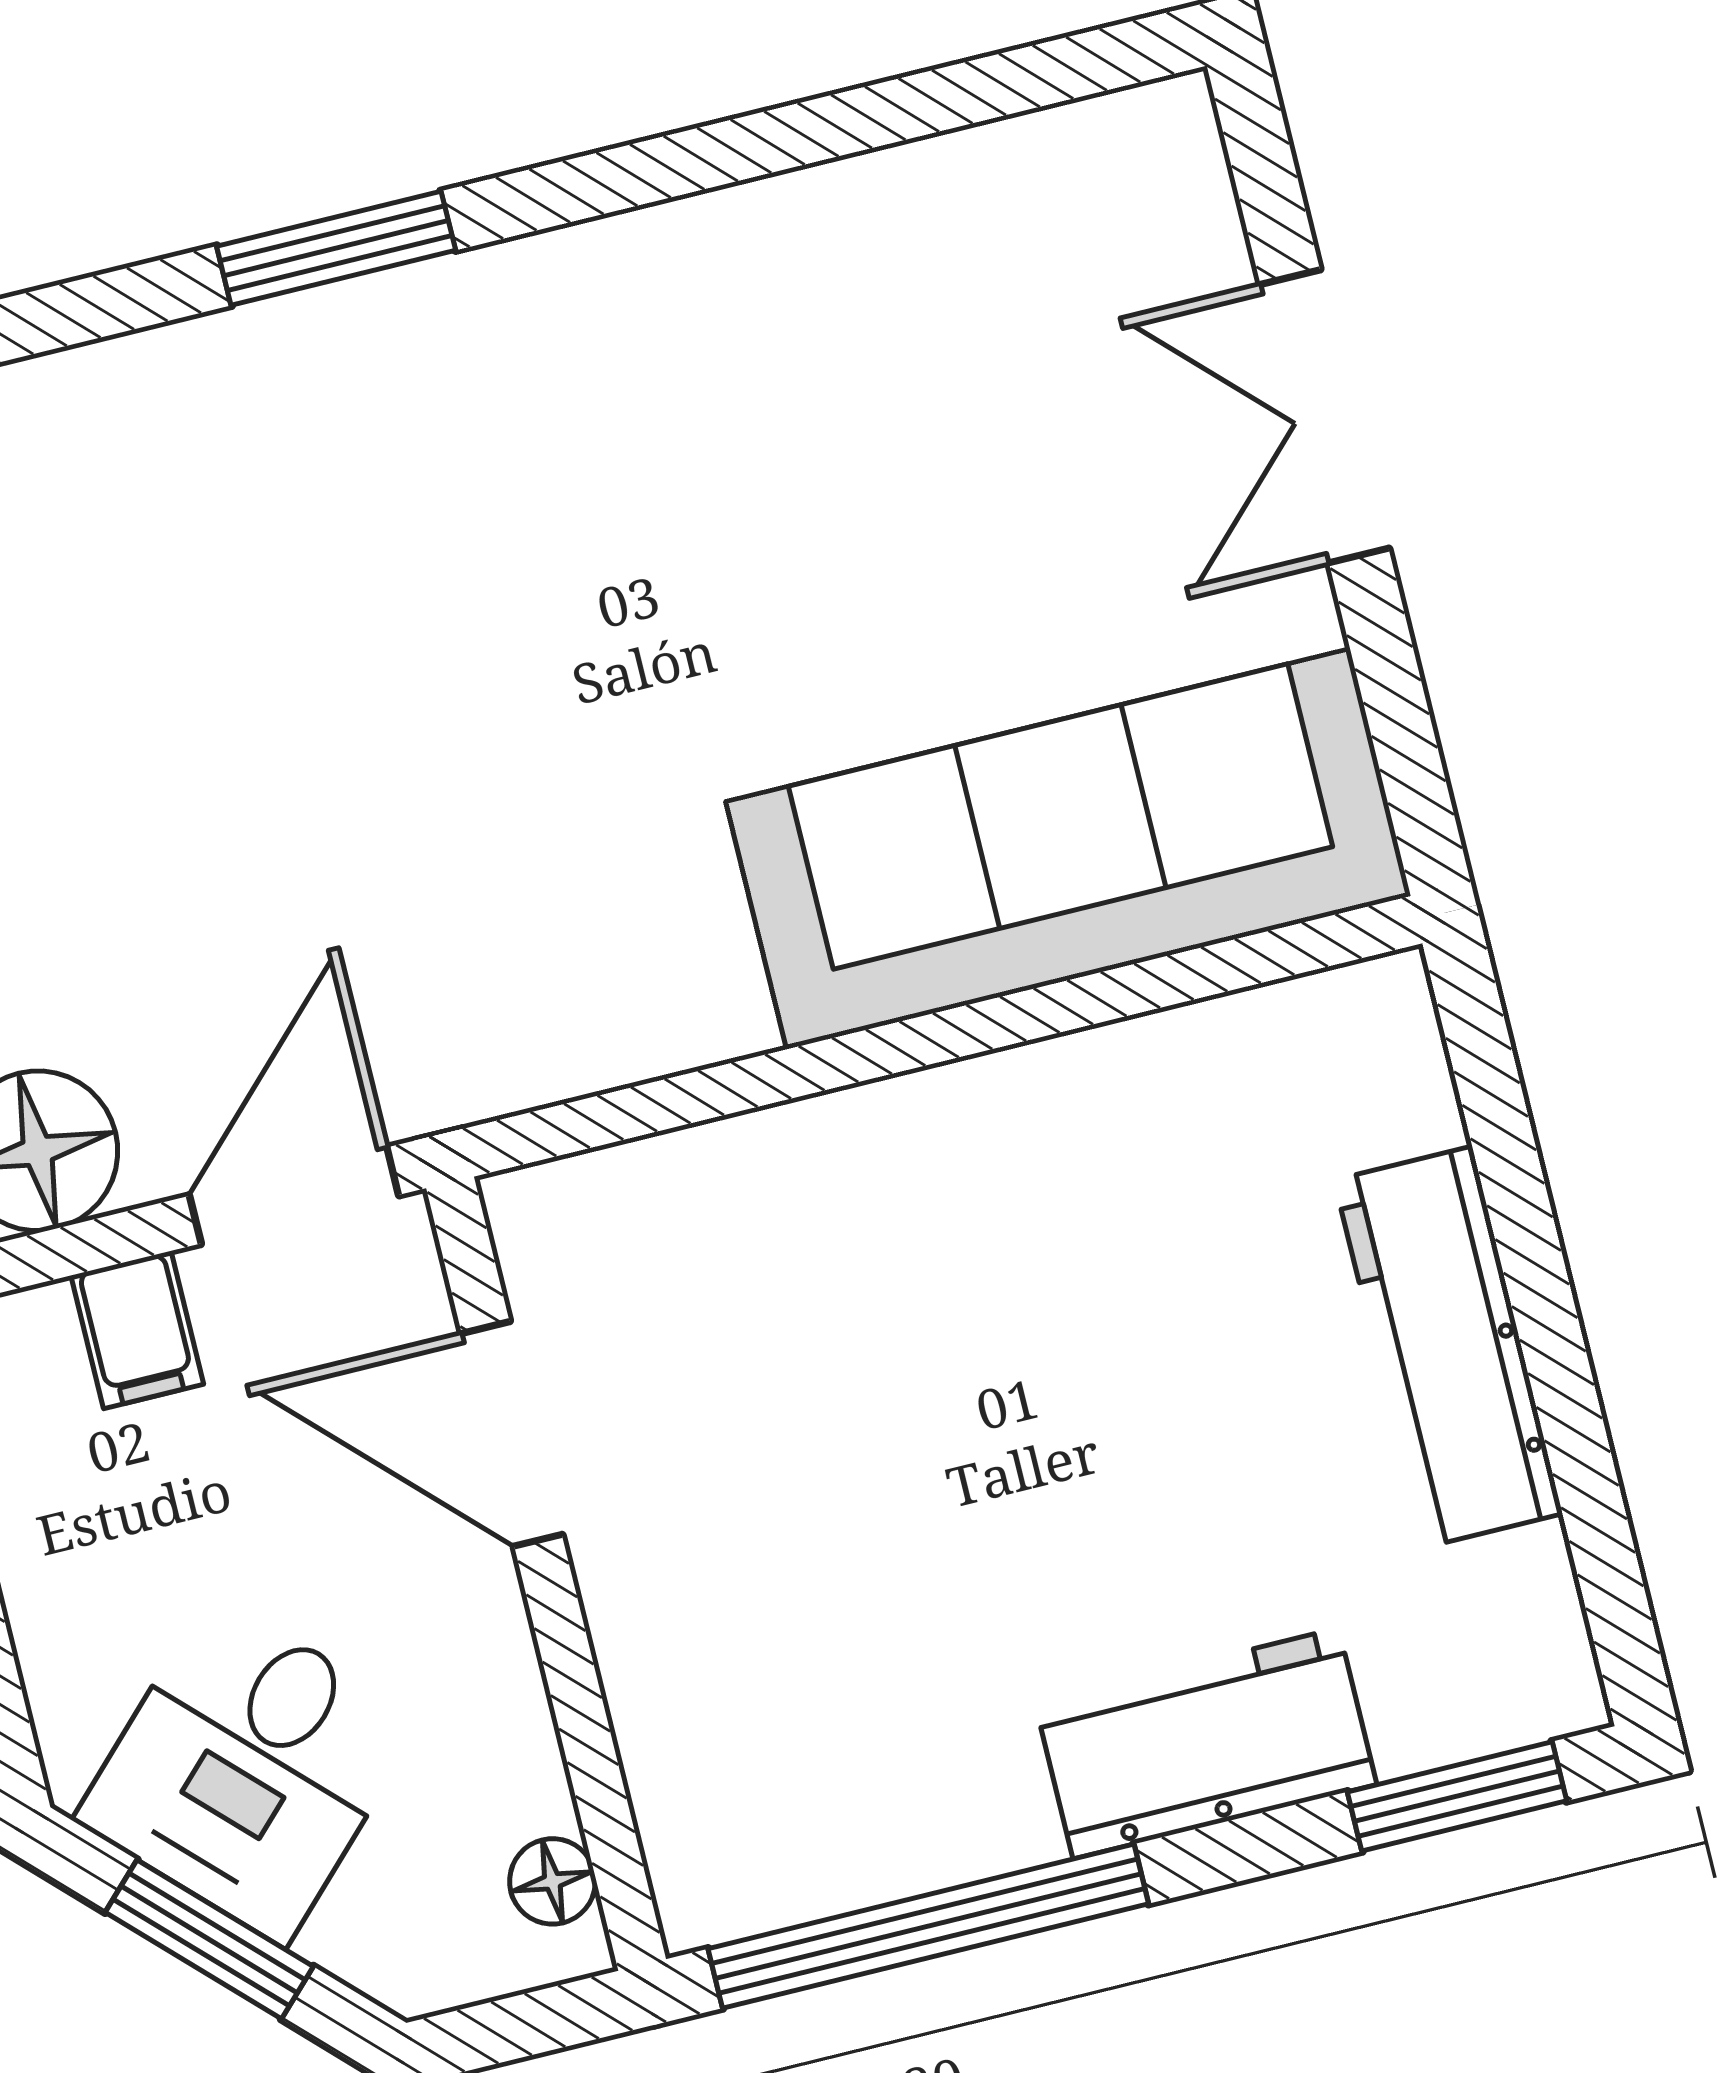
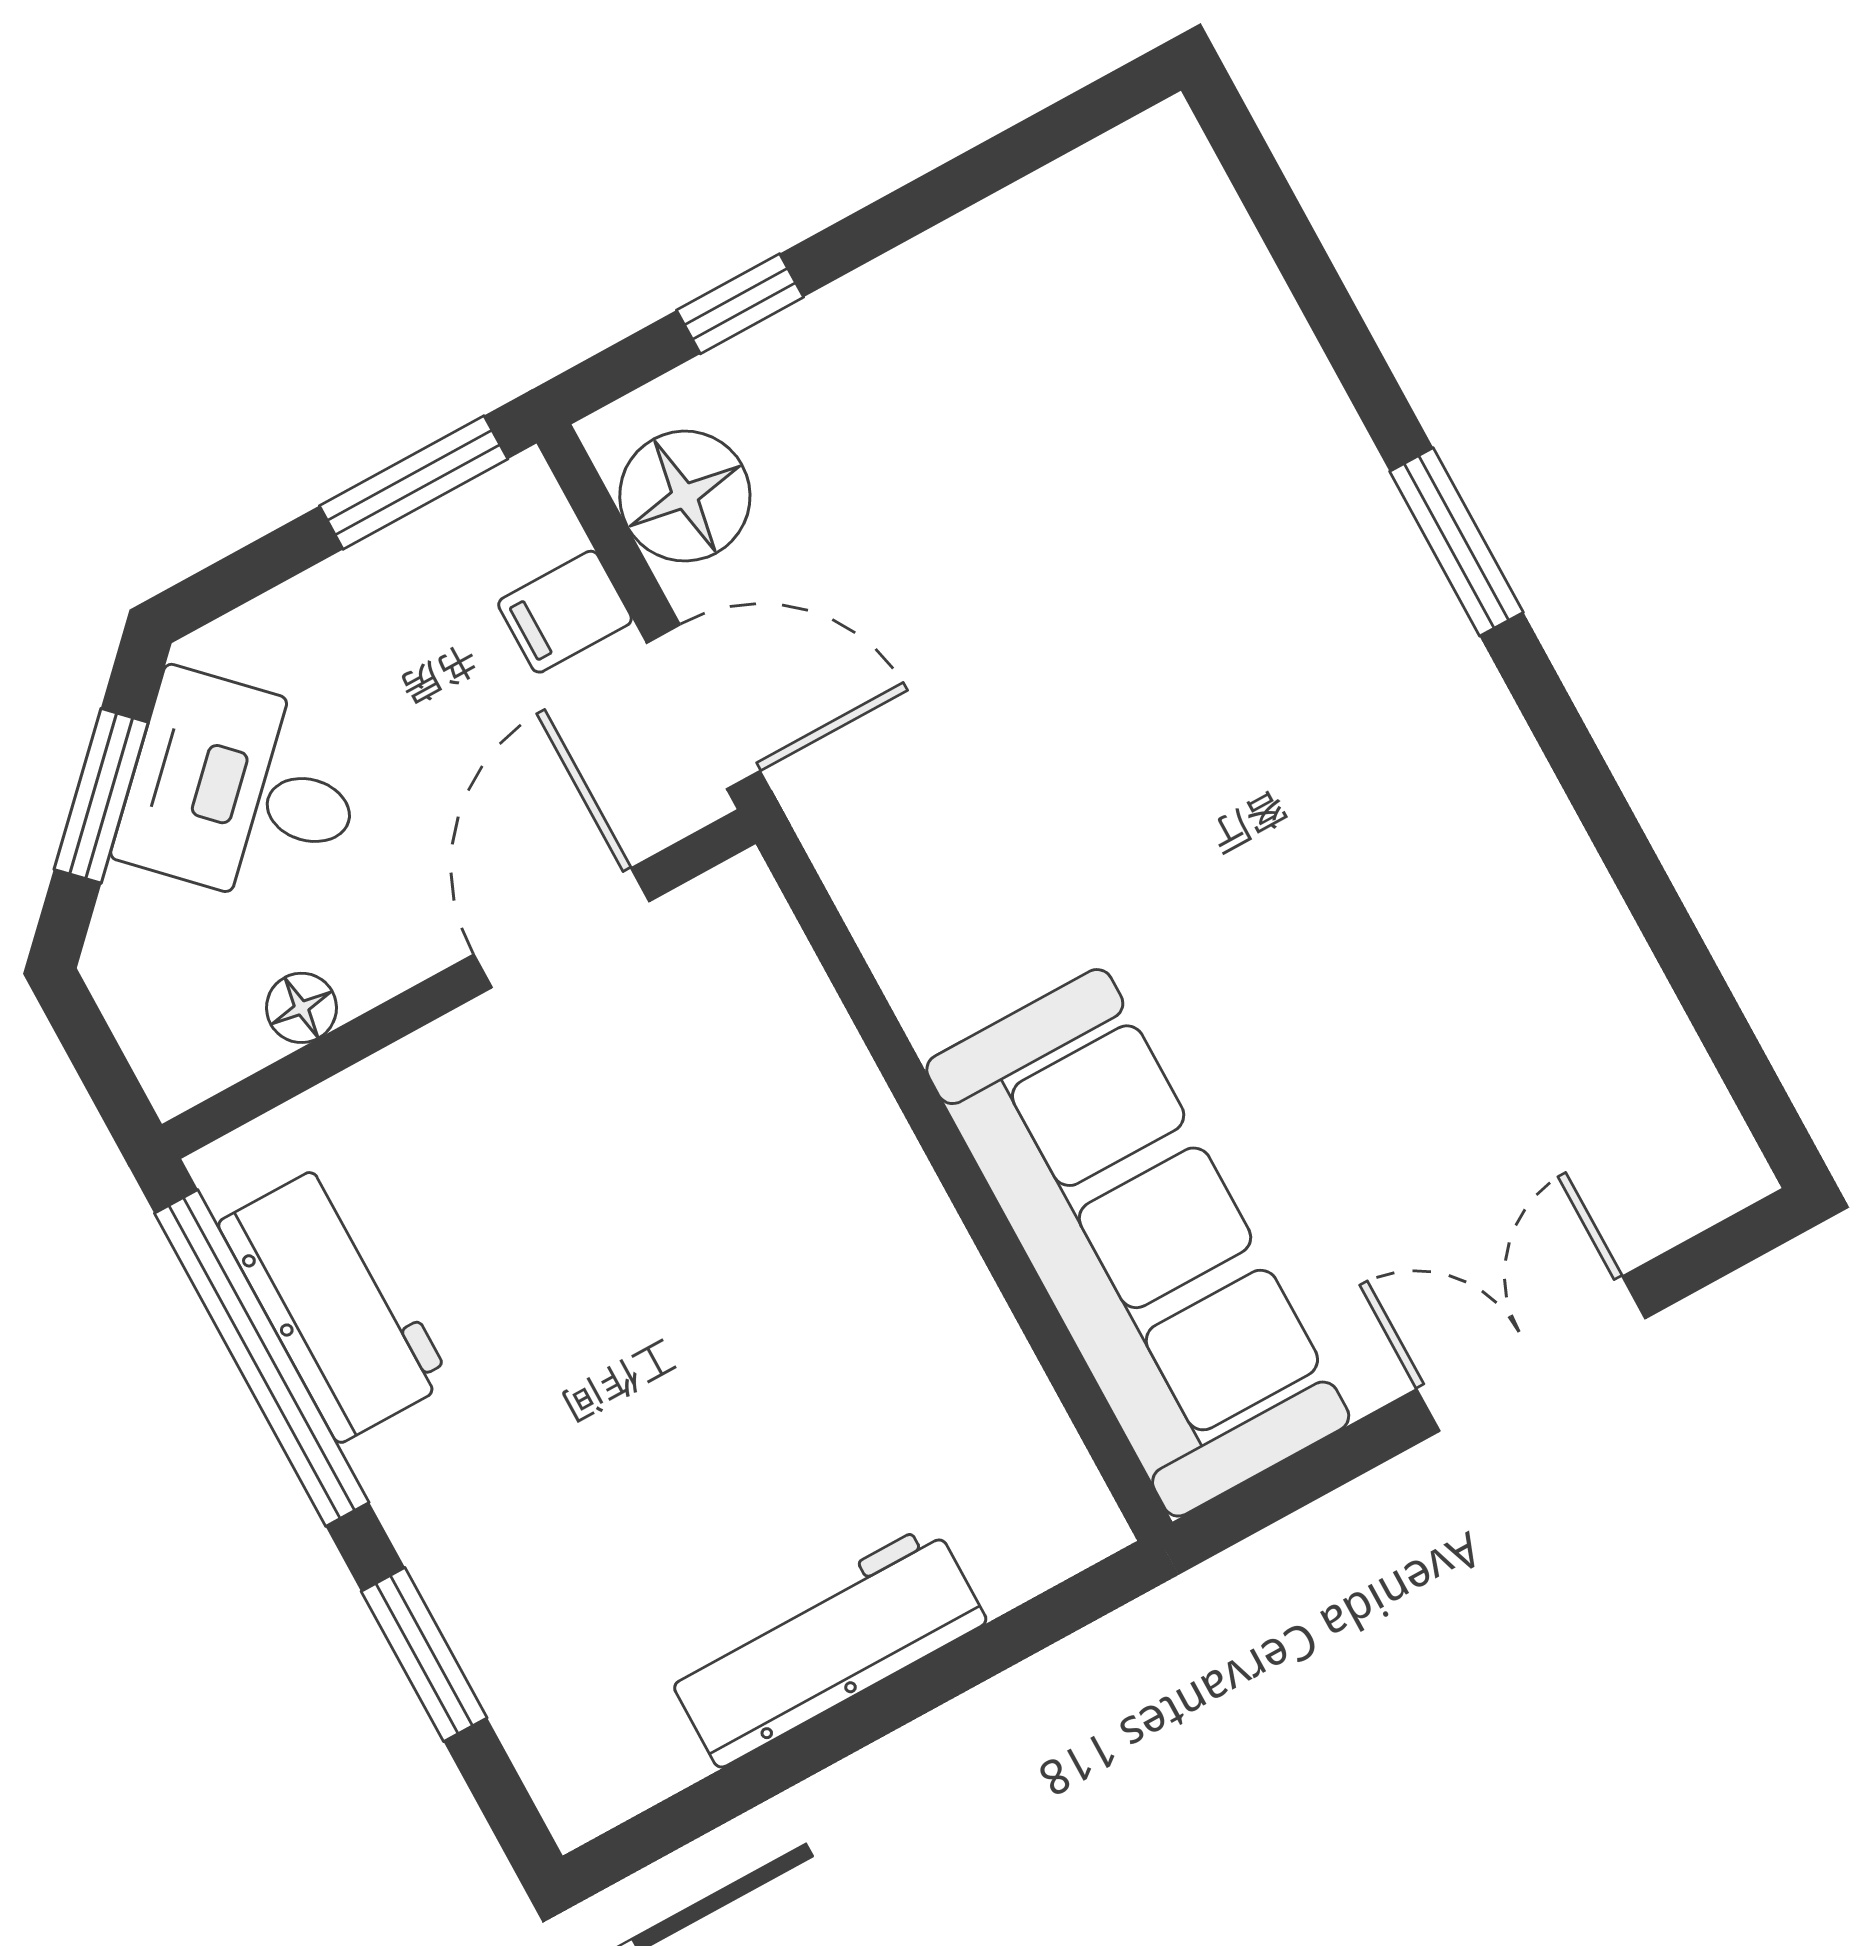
workbench: (1206, 1743) -> (335, 1302), moved
window: (1457, 1796) -> (424, 1655), moved
floor lamp: (552, 1881) -> (301, 1008), moved

